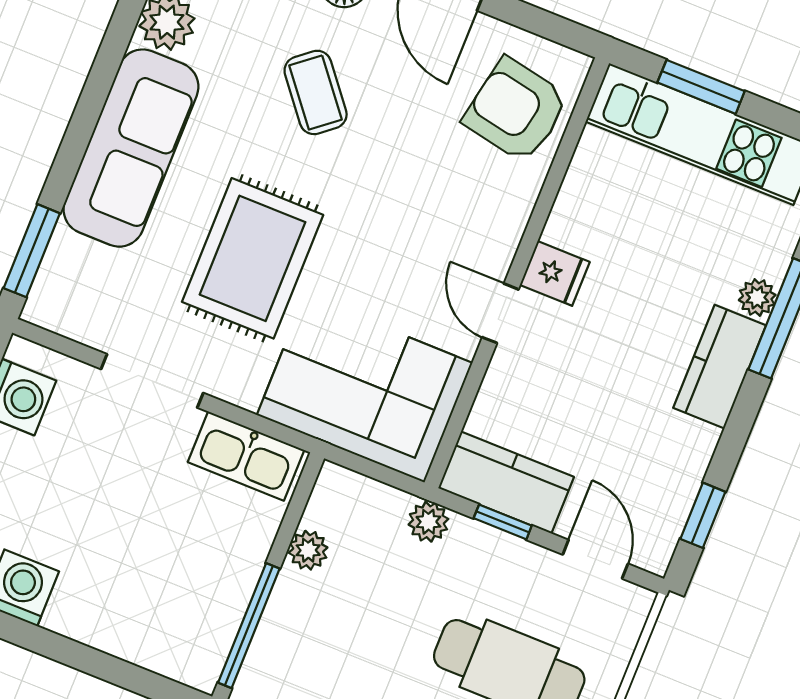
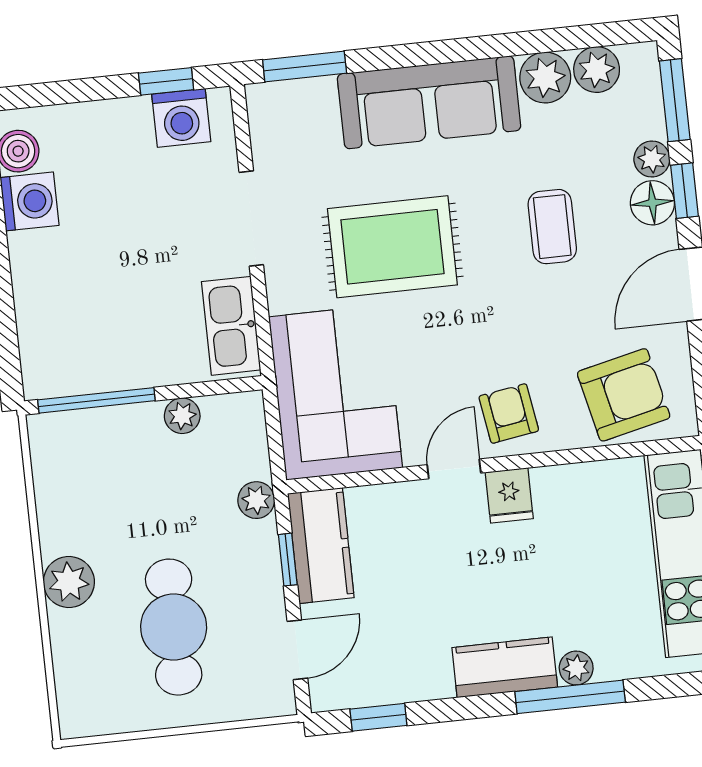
coffee table: (316, 92) -> (552, 227), turned -51
armchair: (516, 110) -> (624, 395), turned 66
armchair: (475, 231) -> (509, 414), added

